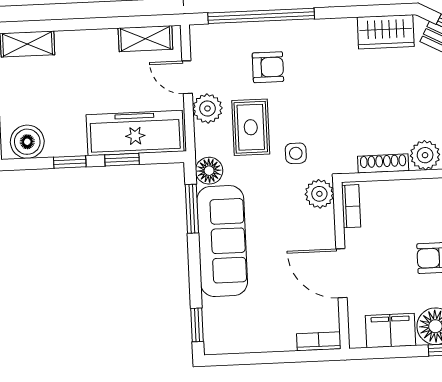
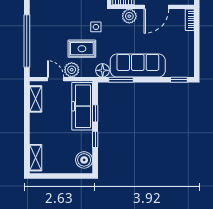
armchair: (268, 67) -> (52, 39), removed
door: (187, 77) -> (56, 79), swing flipped
plant: (319, 194) -> (129, 16), moved

